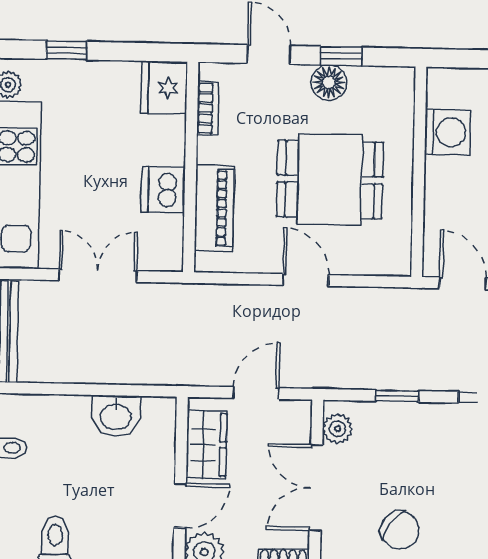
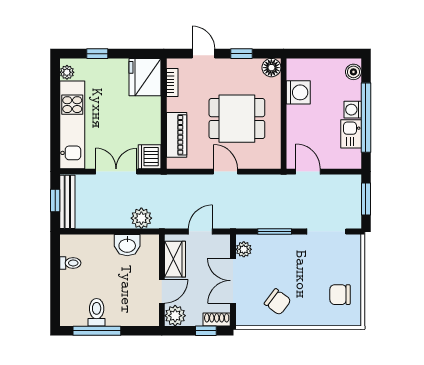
floor lamp: (329, 82) -> (271, 68), moved
fridge: (164, 88) -> (145, 77), width x1.36, depth x1.34
dishwasher: (163, 190) -> (150, 157), moved
plant: (144, 365) -> (141, 218), added
window: (397, 396) -> (275, 231), width x1.50

